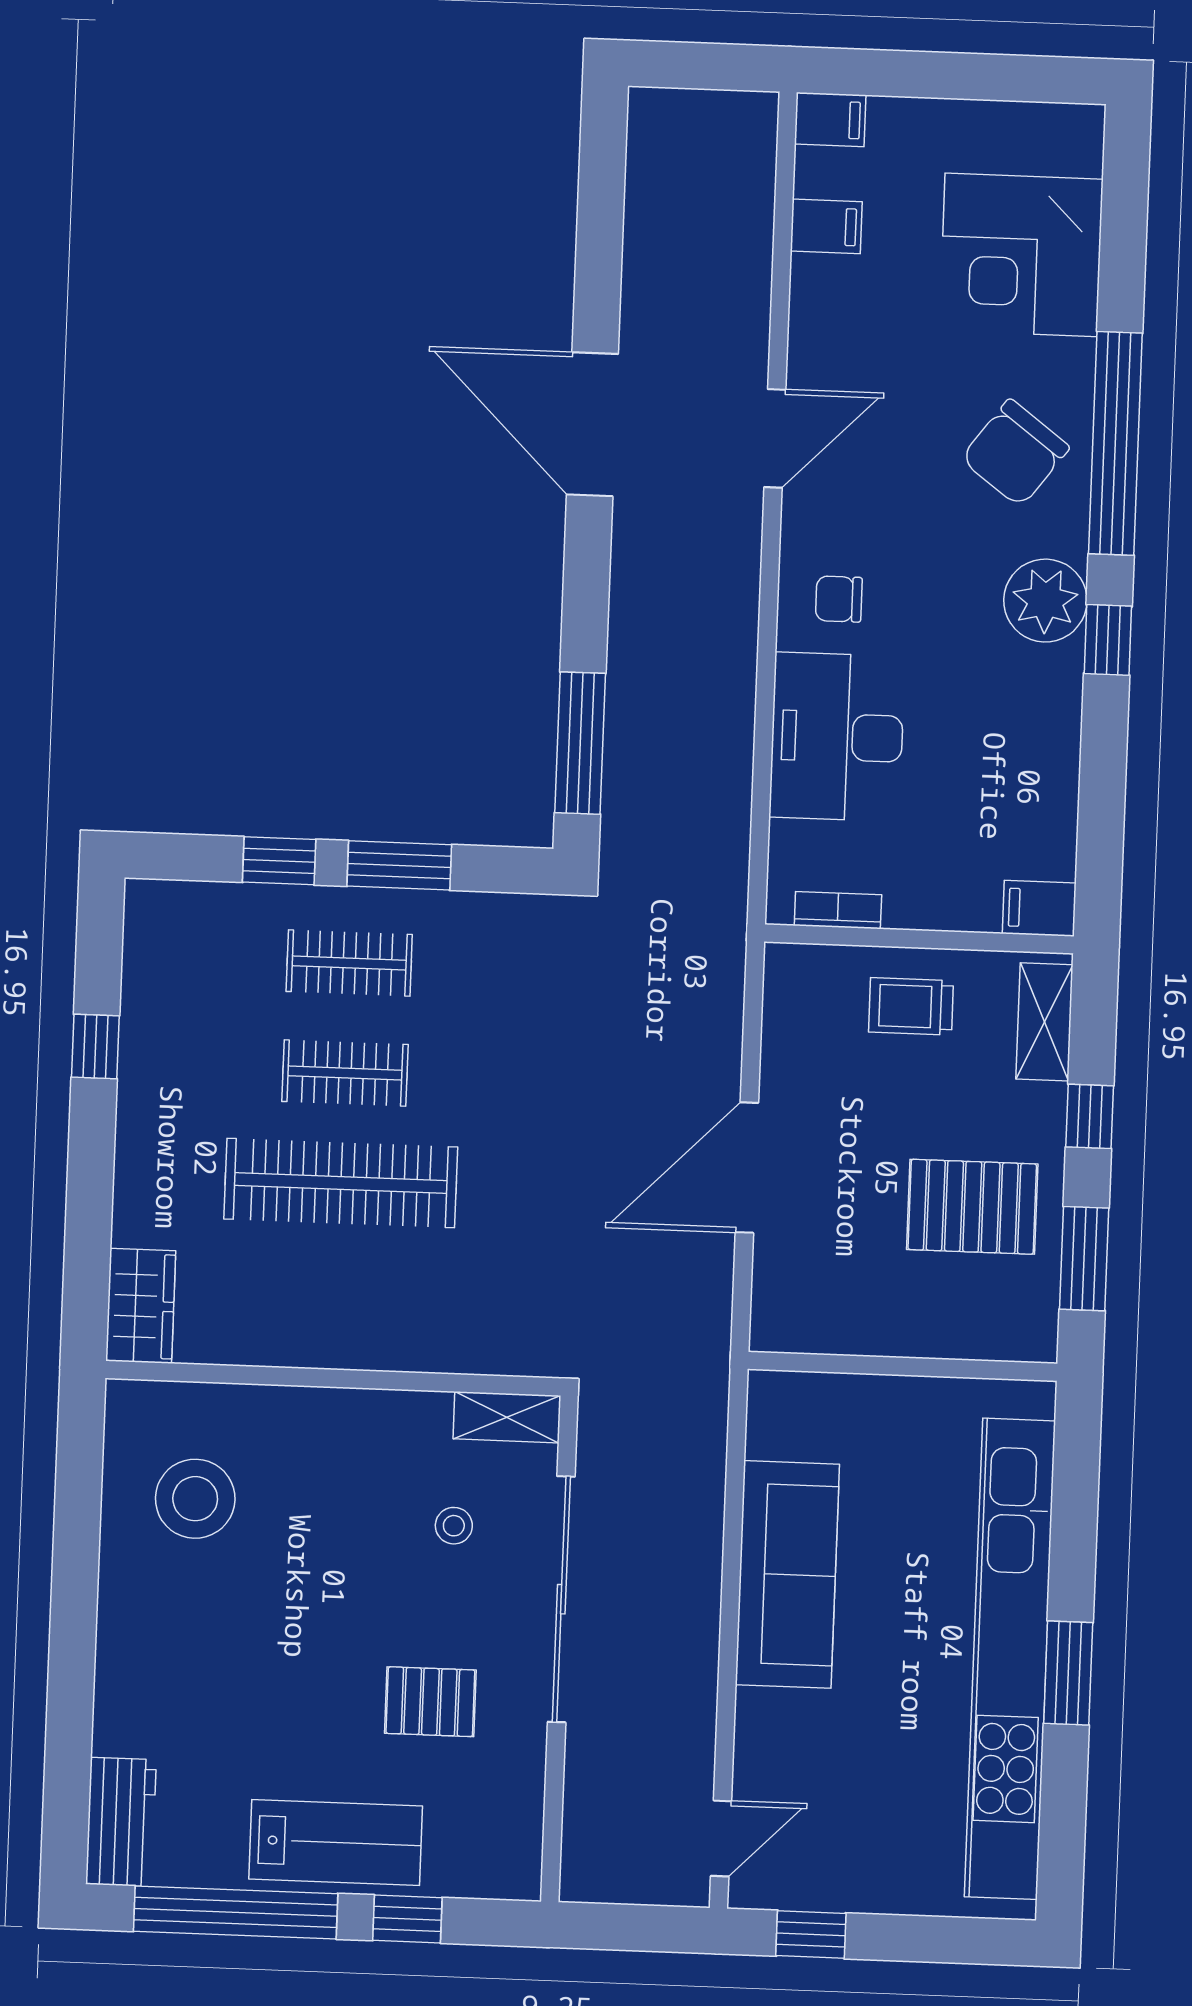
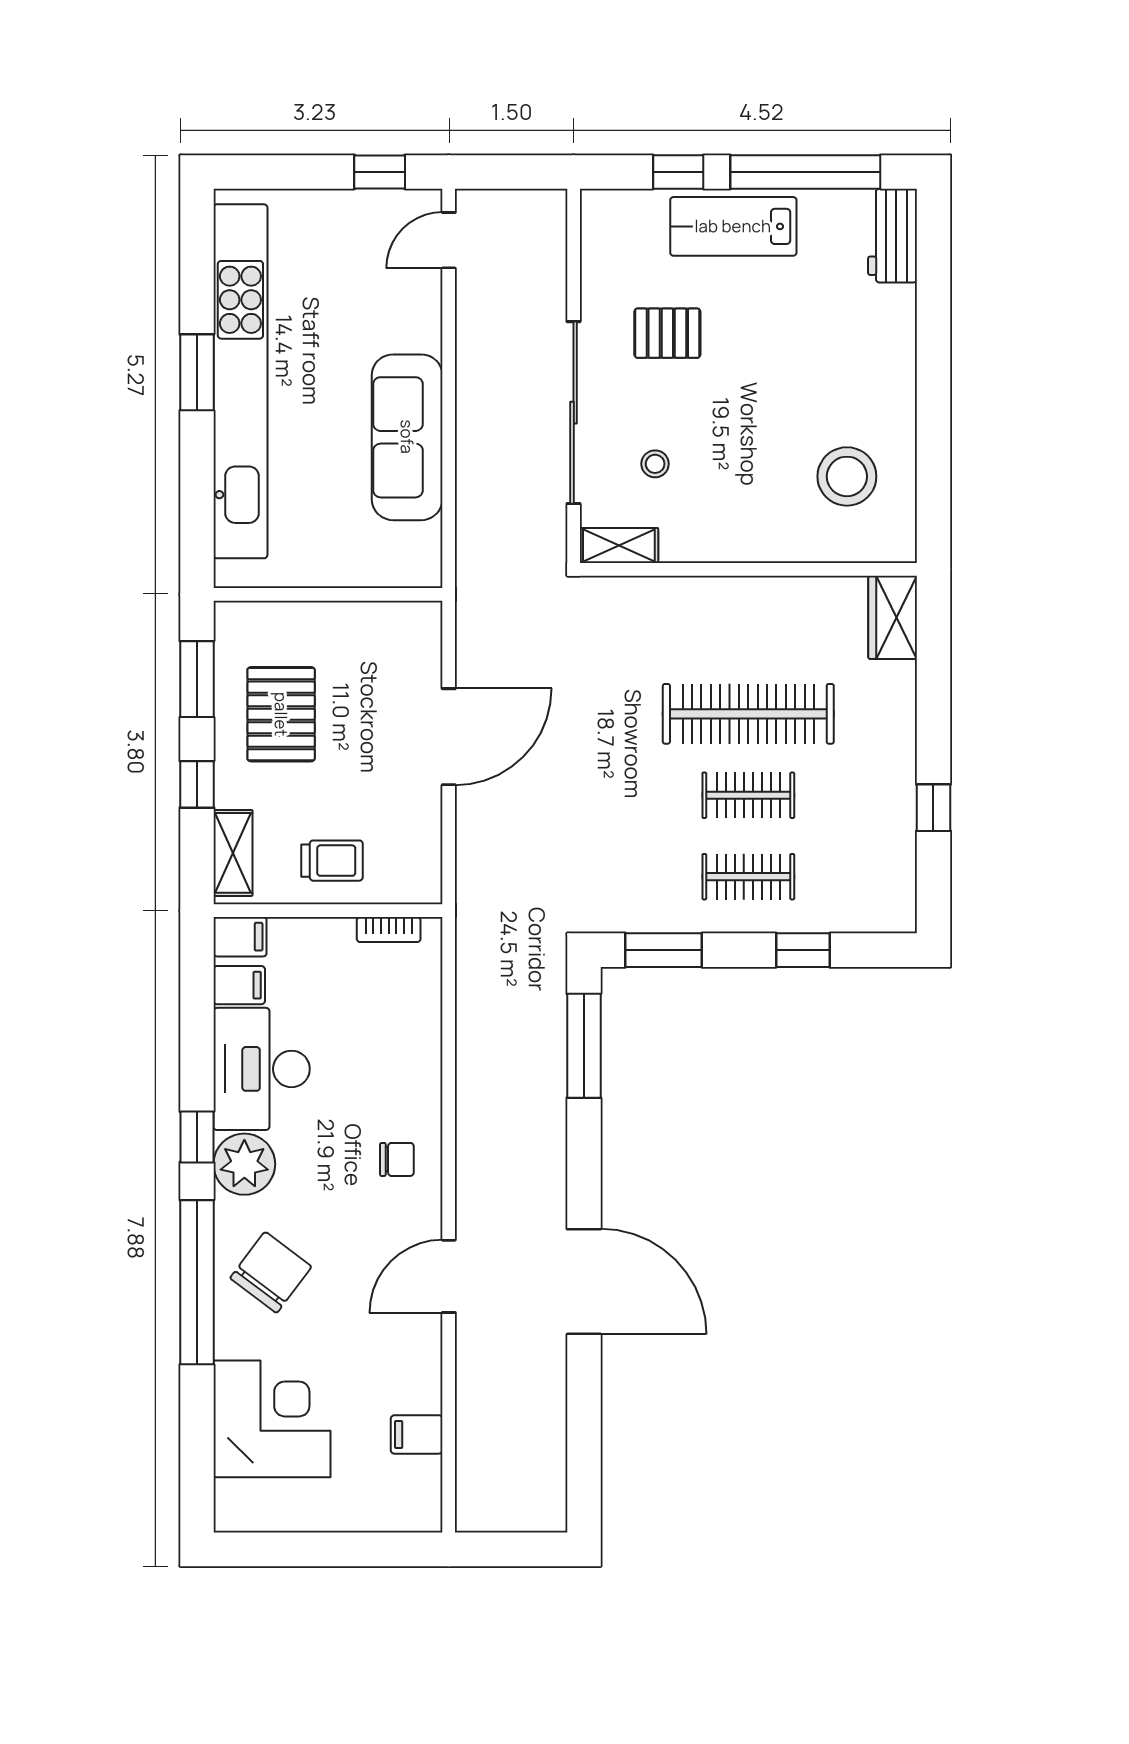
filing cabinet: (830, 120) -> (239, 985), moved, turned 180
desk: (837, 737) -> (262, 1069), moved, turned 180
window: (399, 865) -> (664, 950), moved
pallet: (972, 1207) -> (281, 714), turned 90

